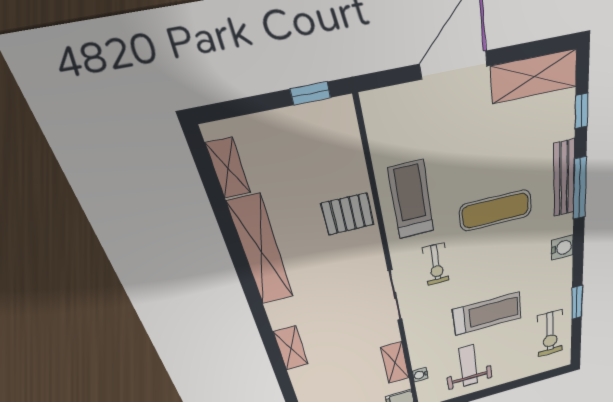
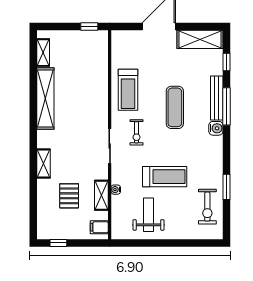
treadmill: (411, 200) -> (128, 90), turned 180
exercise mat: (496, 210) -> (175, 107), turned 90
pallet: (348, 214) -> (69, 196), moved, turned 90
water cooler: (562, 248) -> (216, 128), moved
water cooler: (420, 375) -> (116, 190), moved

